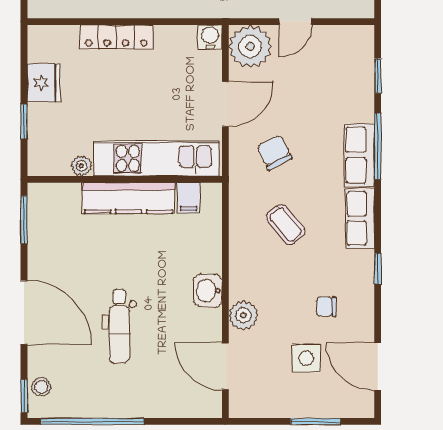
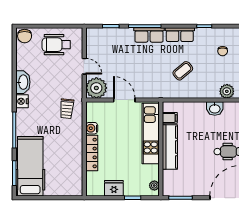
water cooler: (210, 37) -> (92, 128), moved
chair: (275, 153) -> (148, 76), removed
plant: (81, 166) -> (154, 186), moved

